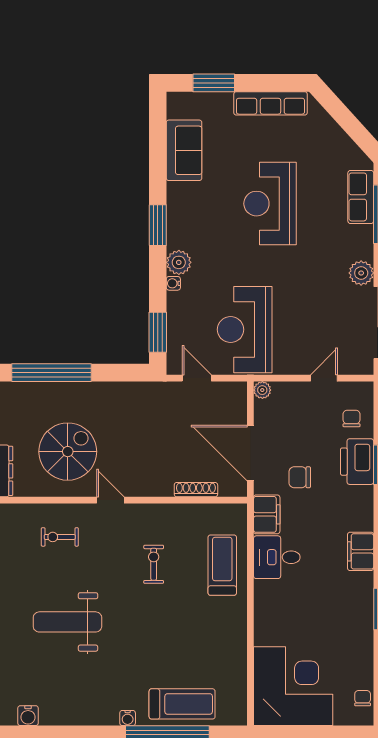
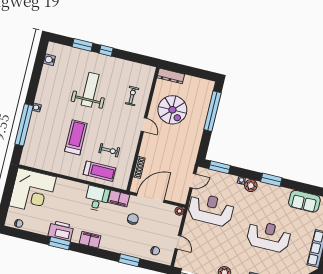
printer: (357, 462) -> (61, 231), moved
door: (110, 500) -> (144, 125), hinge flipped
exercise bike: (154, 564) -> (109, 150), moved
treadmill: (182, 704) -> (76, 137), moved, turned 180

